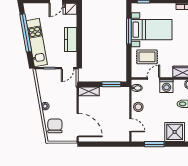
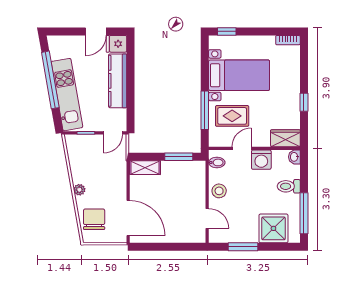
window: (129, 31) -> (205, 110), moved
kitchen counter: (71, 40) -> (118, 81), width x1.50

